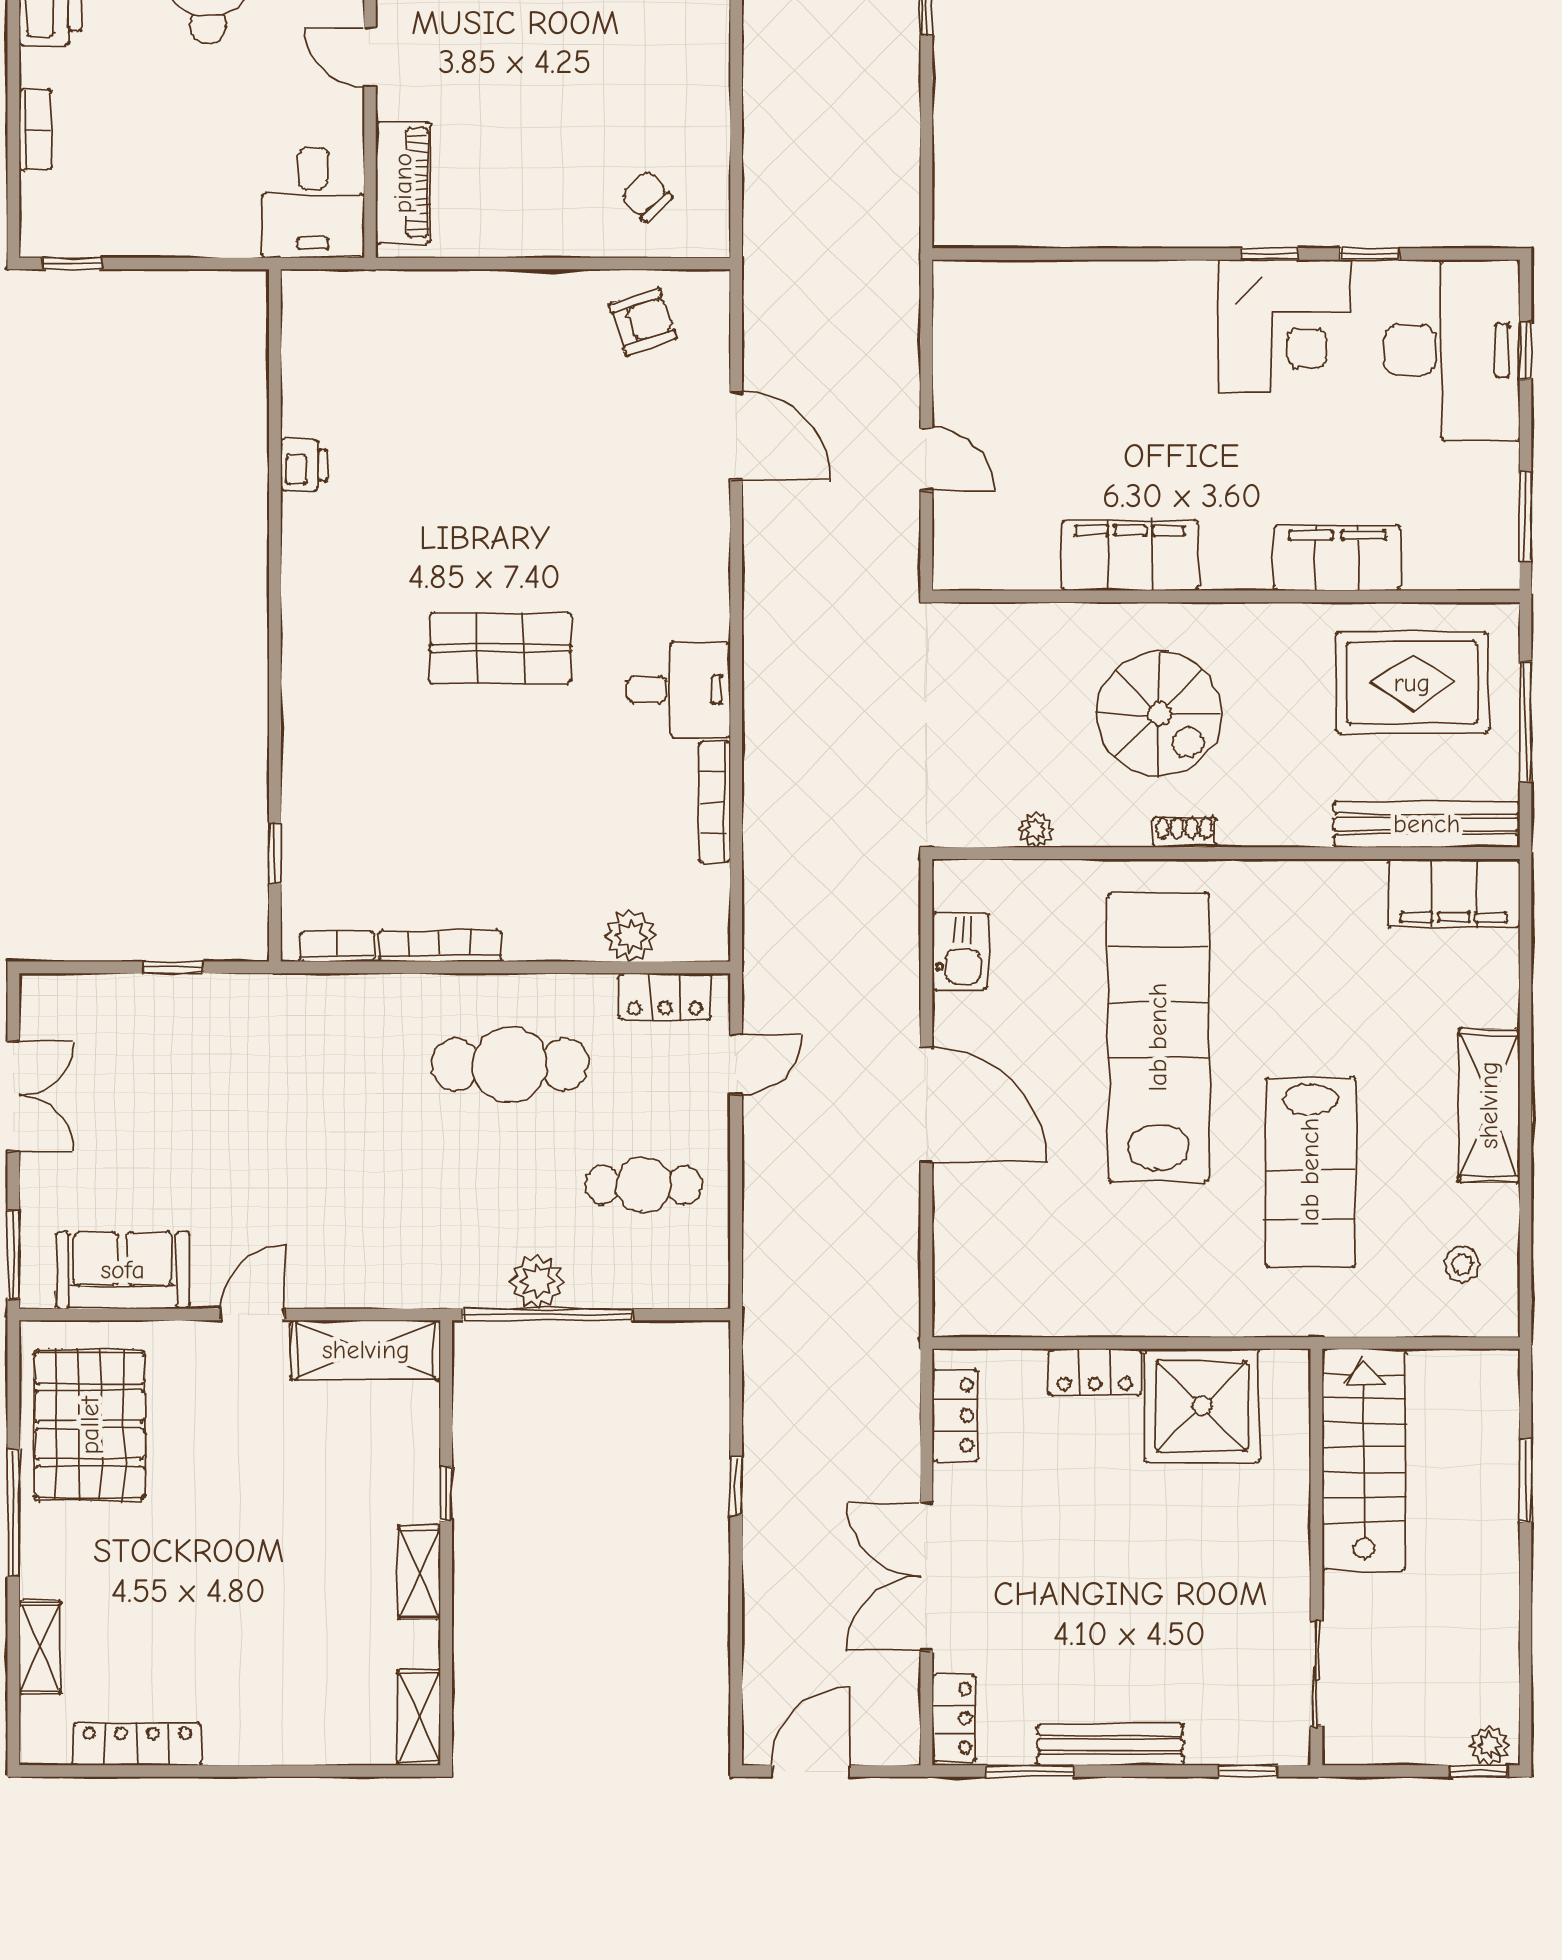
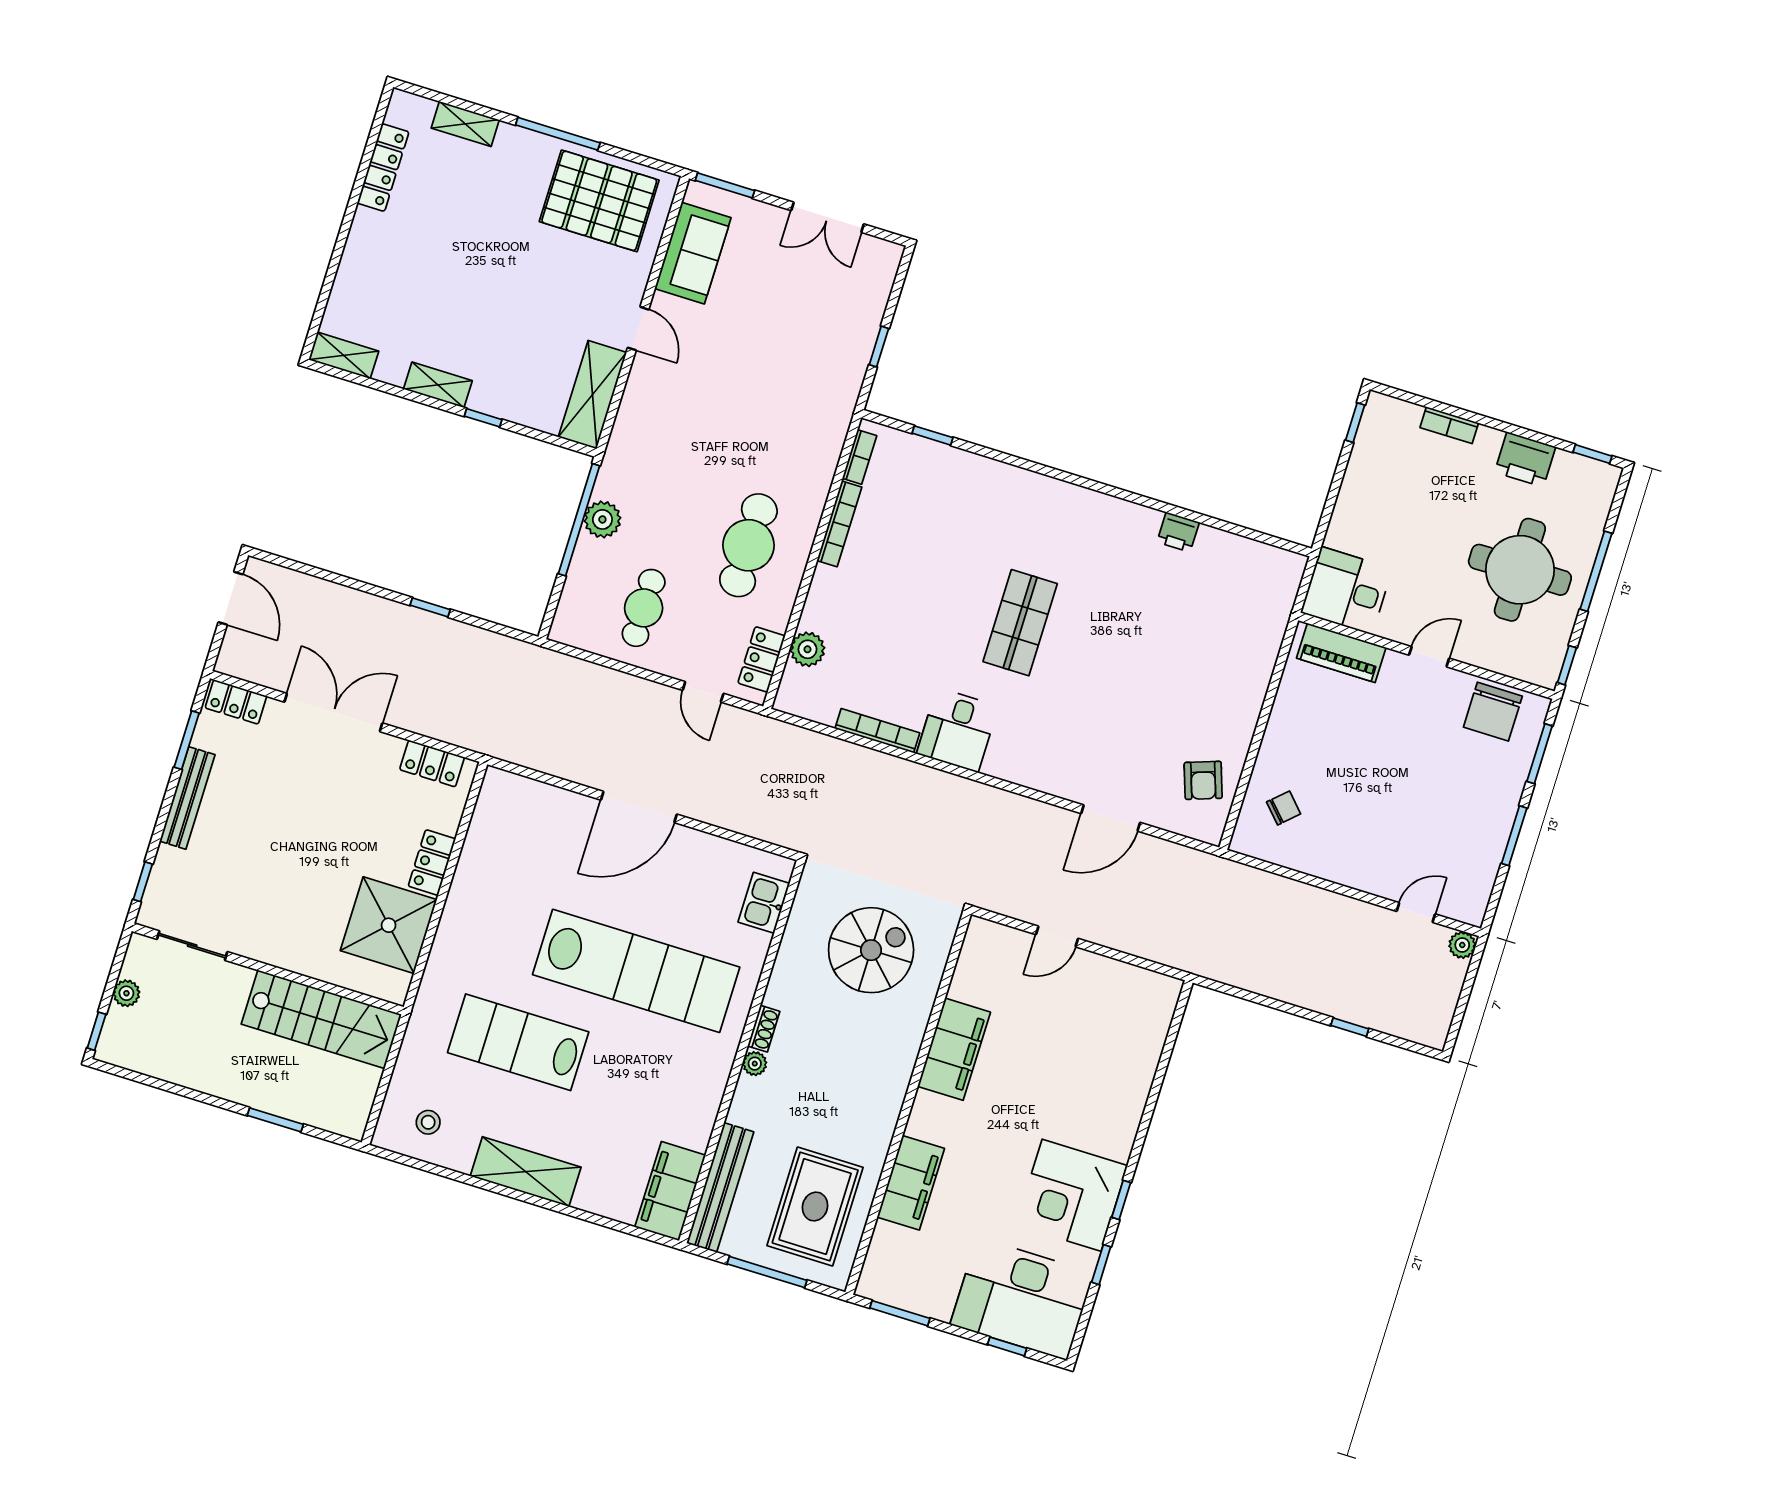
spiral stairs: (1159, 714) -> (871, 950), moved, turned 180
plant: (1036, 830) -> (755, 1064), moved
kitchen sink: (960, 951) -> (764, 903), moved, turned 90
plant: (1489, 1746) -> (126, 993), moved

